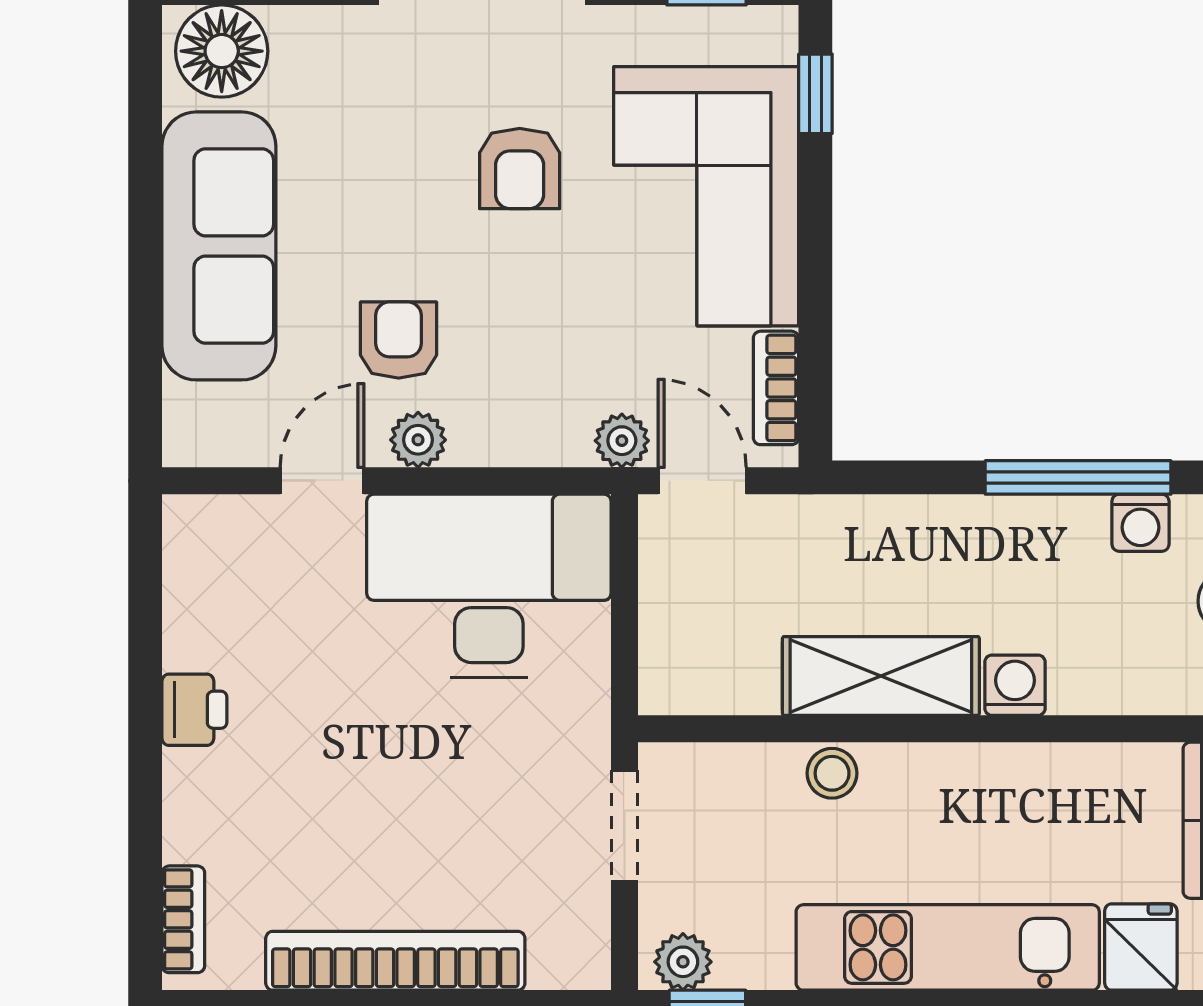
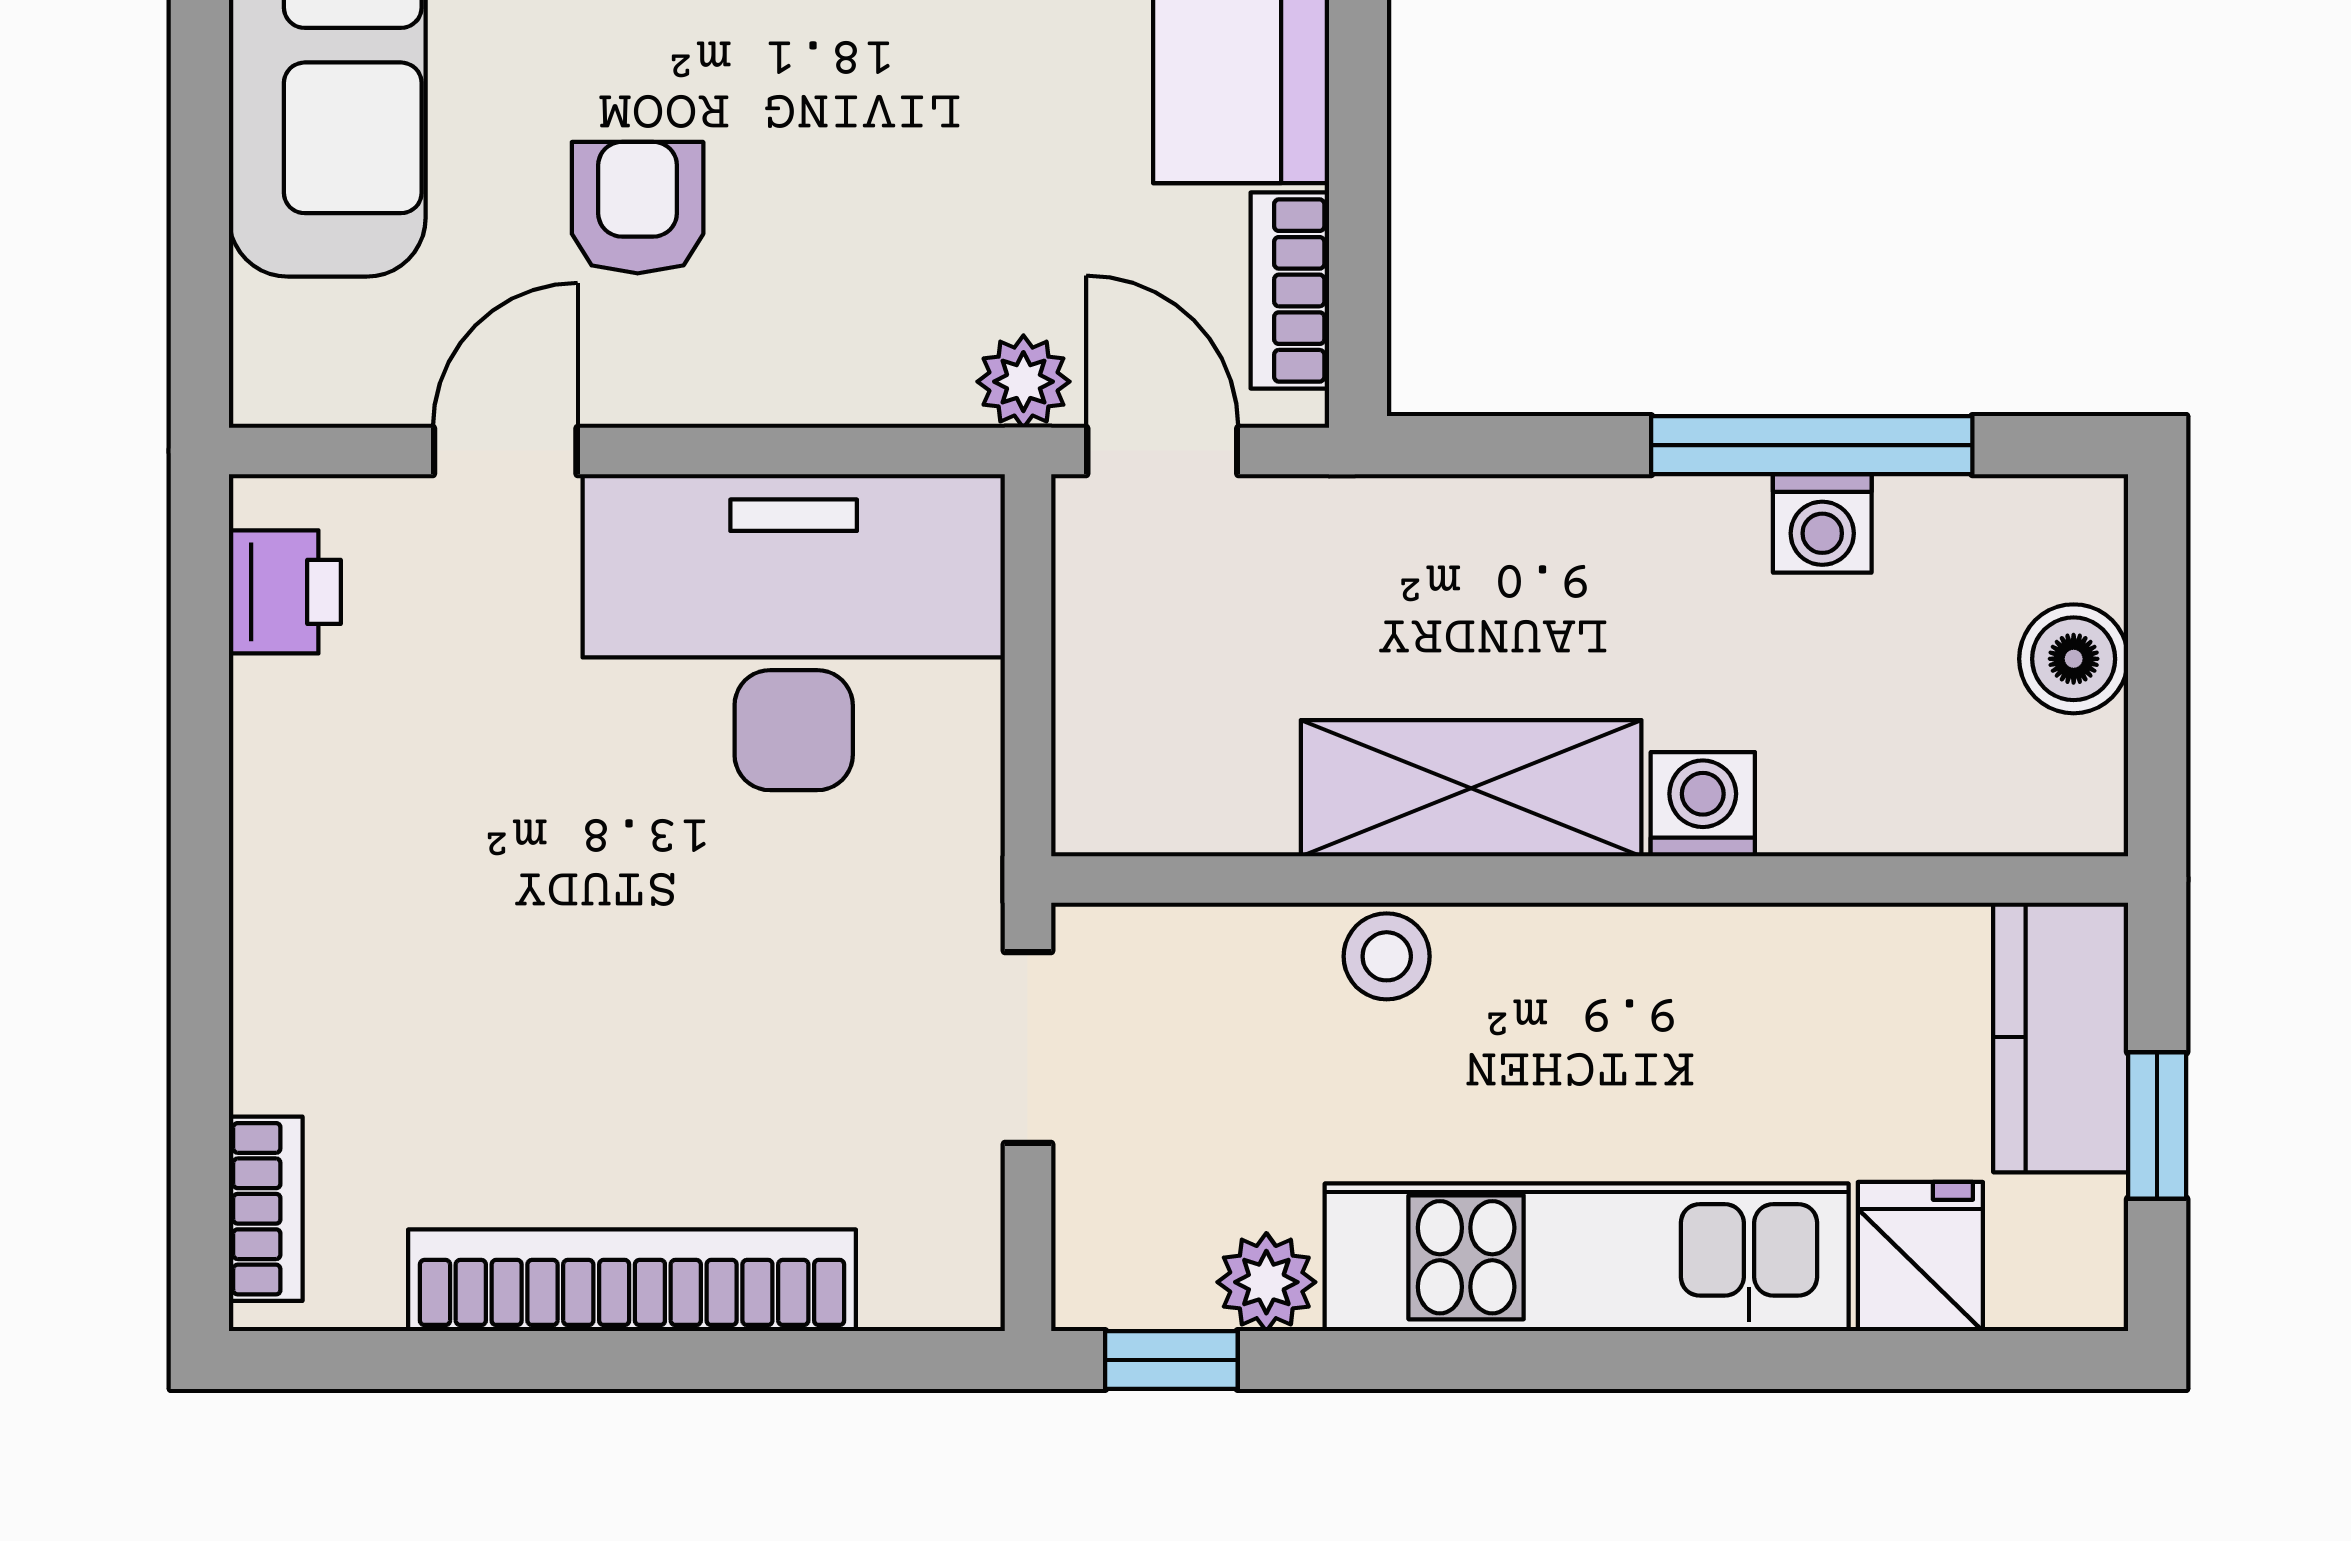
plant: (418, 440) -> (671, 380), removed
washing machine: (1140, 523) -> (1822, 523), moved
printer: (194, 710) -> (285, 592), moved
plant: (683, 962) -> (1266, 1282), moved

